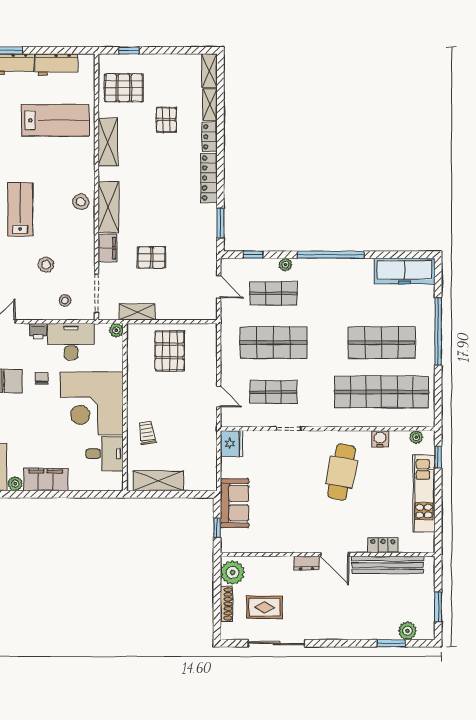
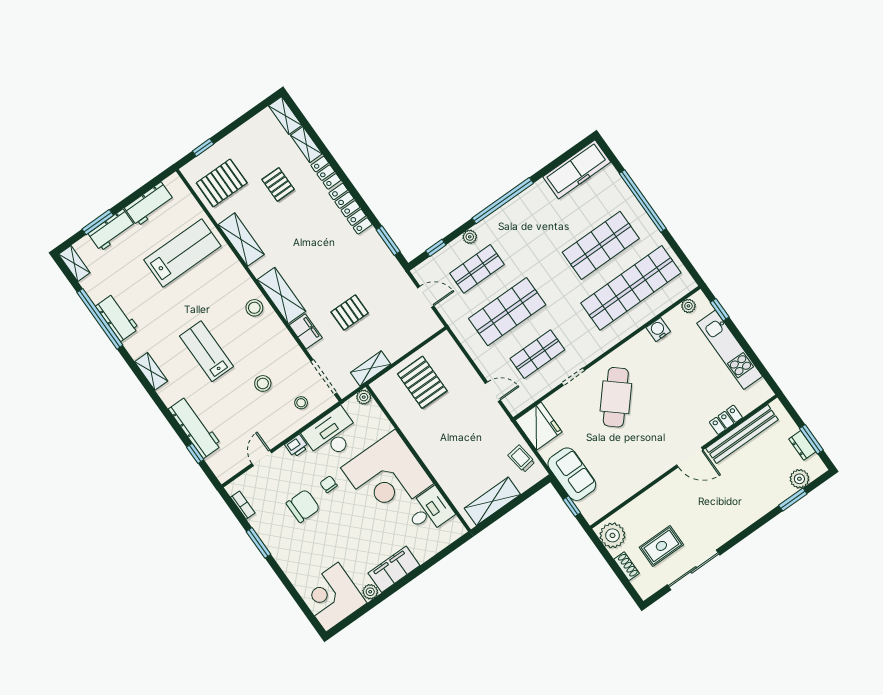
trolley: (147, 432) -> (521, 459), moved
fridge: (231, 443) -> (539, 426), width x1.36, depth x1.34
cafe table: (342, 472) -> (616, 397), moved, turned 30
dresser: (306, 563) -> (802, 445), moved, turned 90
shoe rack: (226, 604) -> (626, 566), width x0.70

